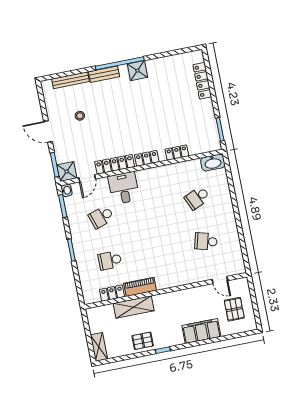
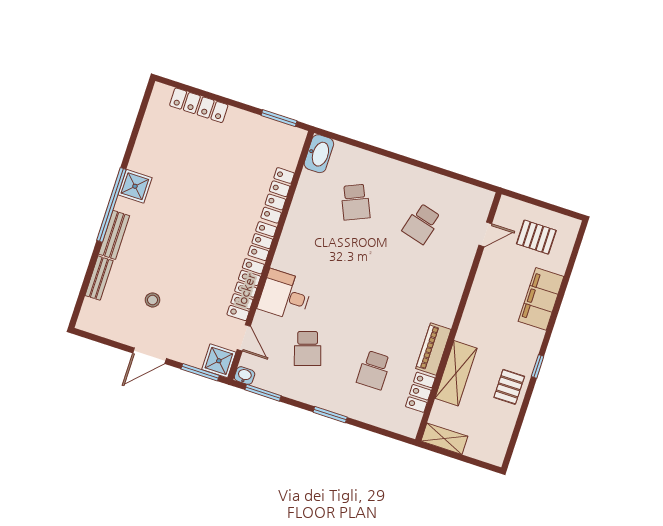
bench: (71, 80) -> (99, 278), width x0.73
locker: (177, 153) -> (278, 195), width x1.53
shelving: (99, 347) -> (444, 439), moved

